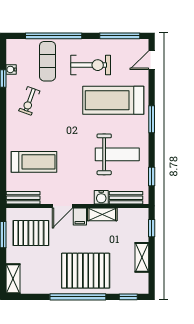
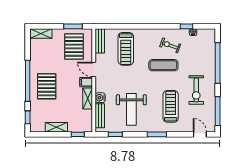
exercise mat: (48, 61) -> (163, 65), moved
treadmill: (113, 100) -> (171, 106), width x0.73, depth x0.73
pallet: (86, 271) -> (47, 86), width x0.73, depth x0.71

